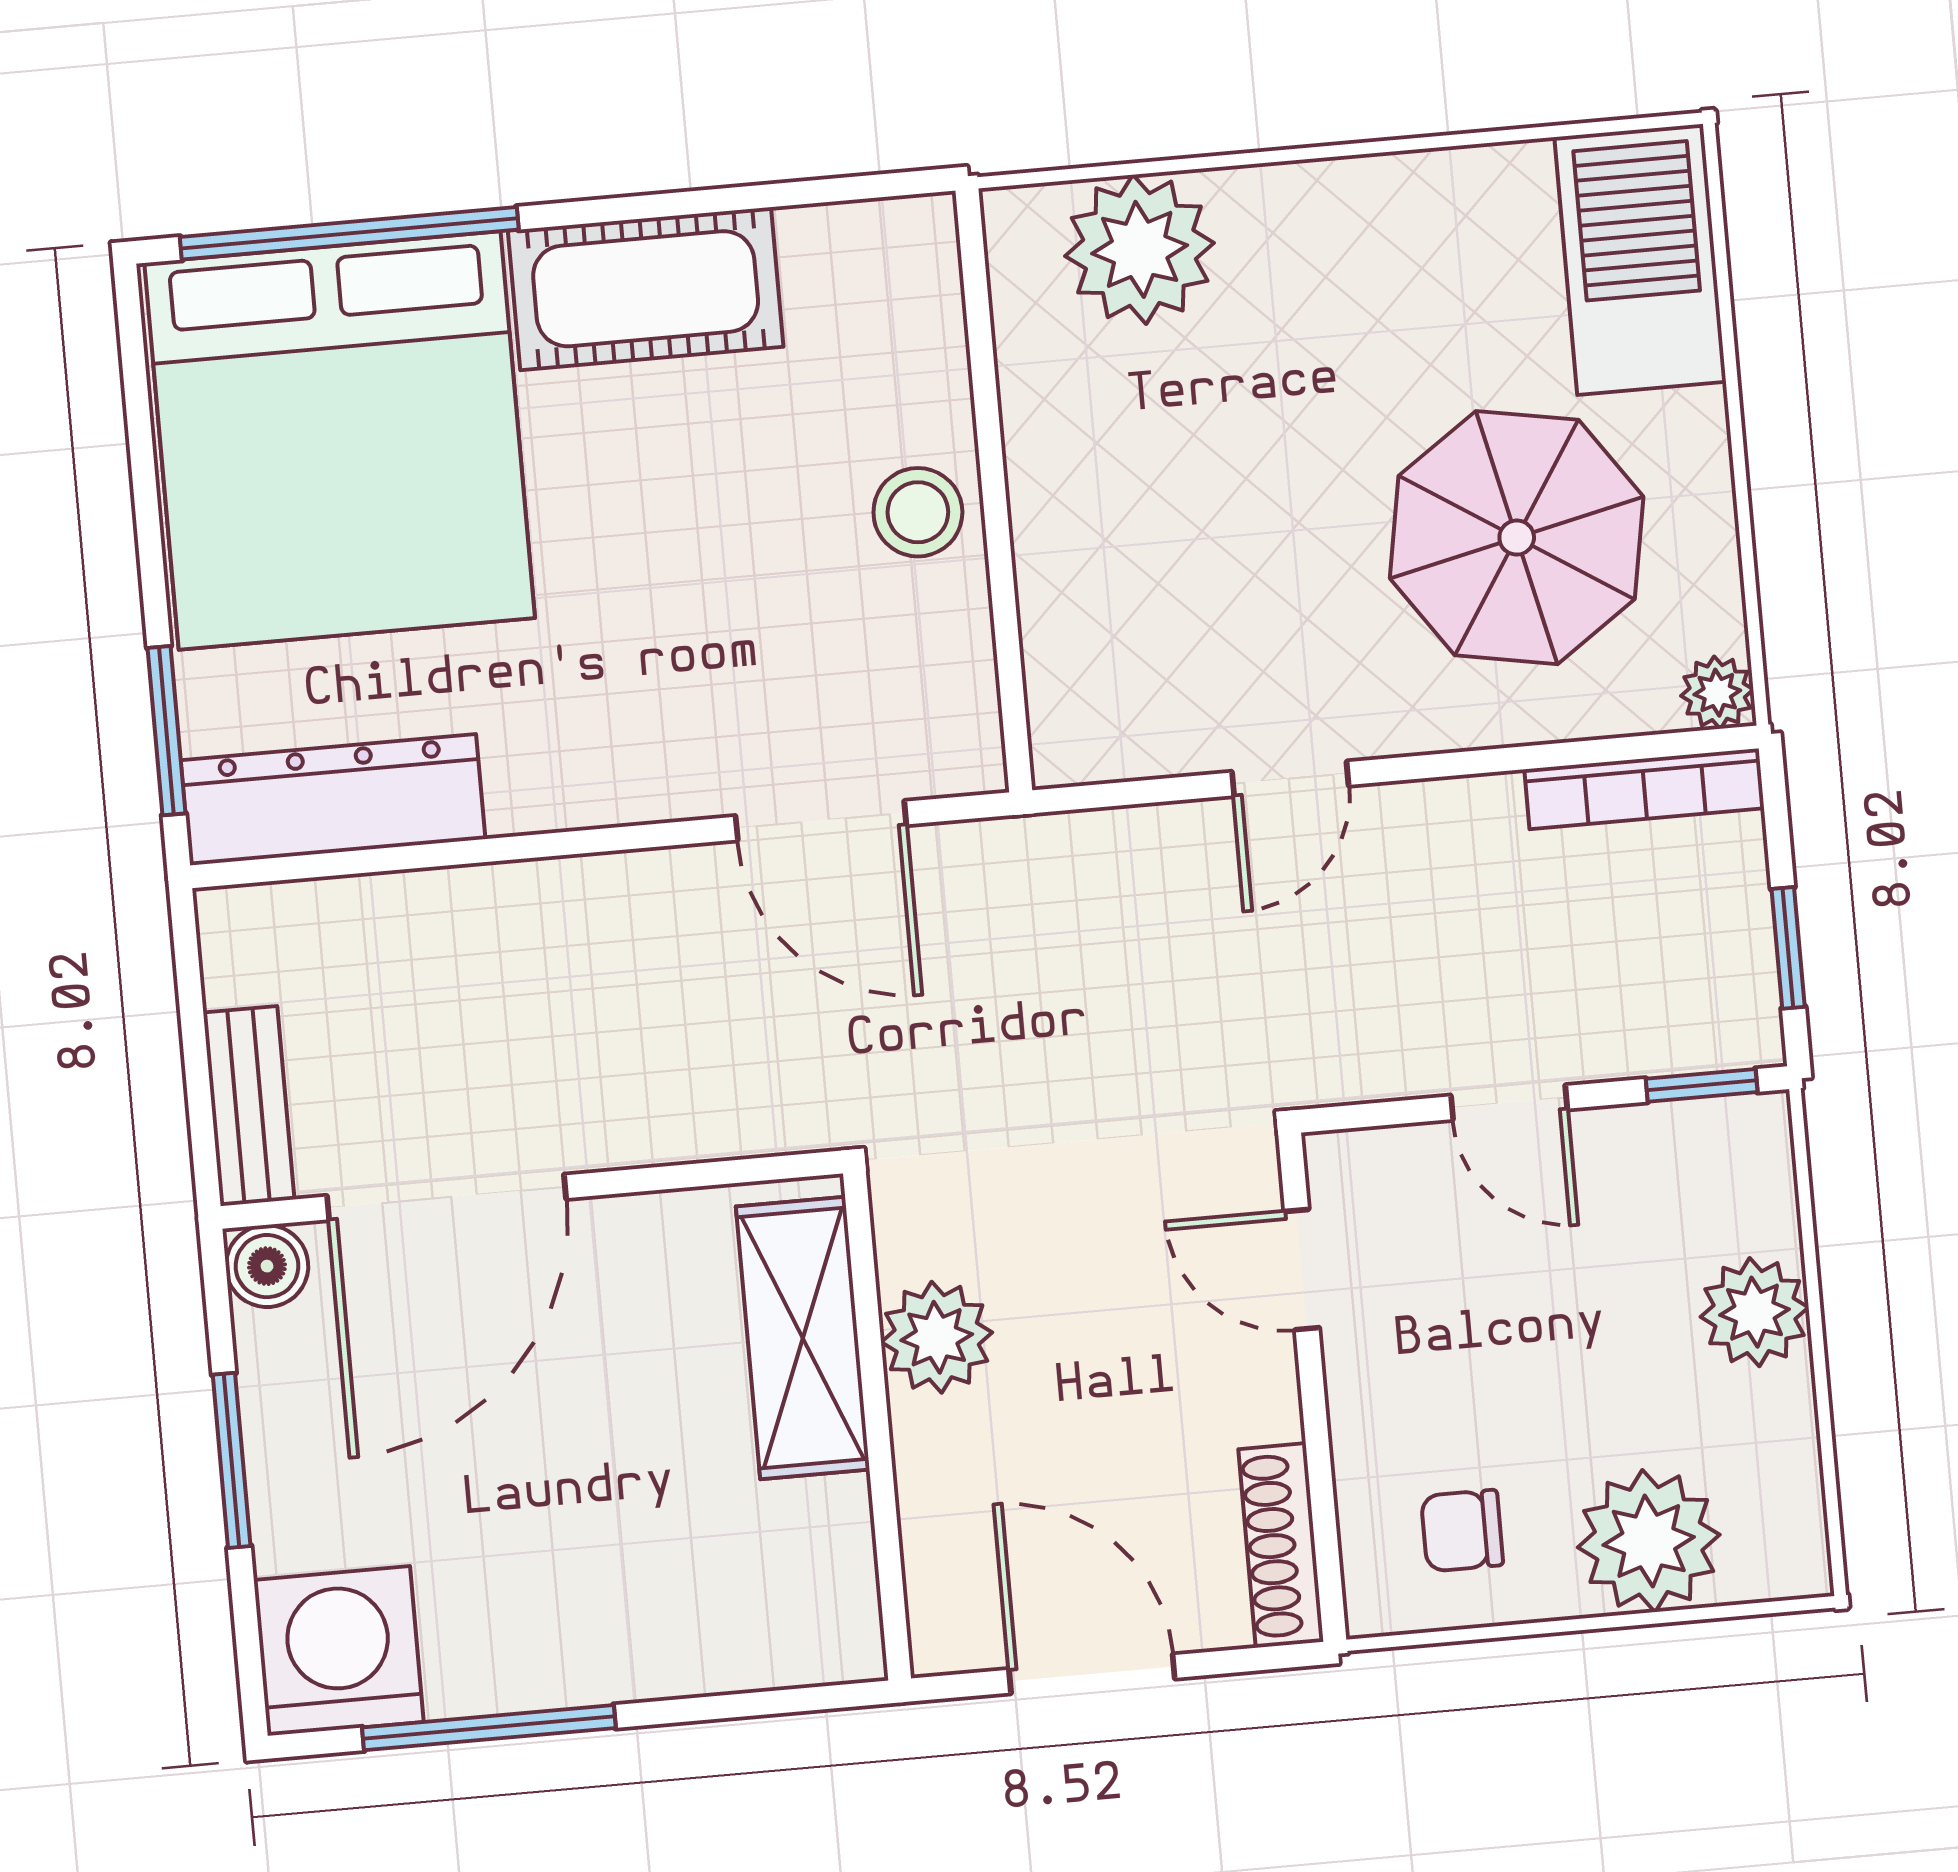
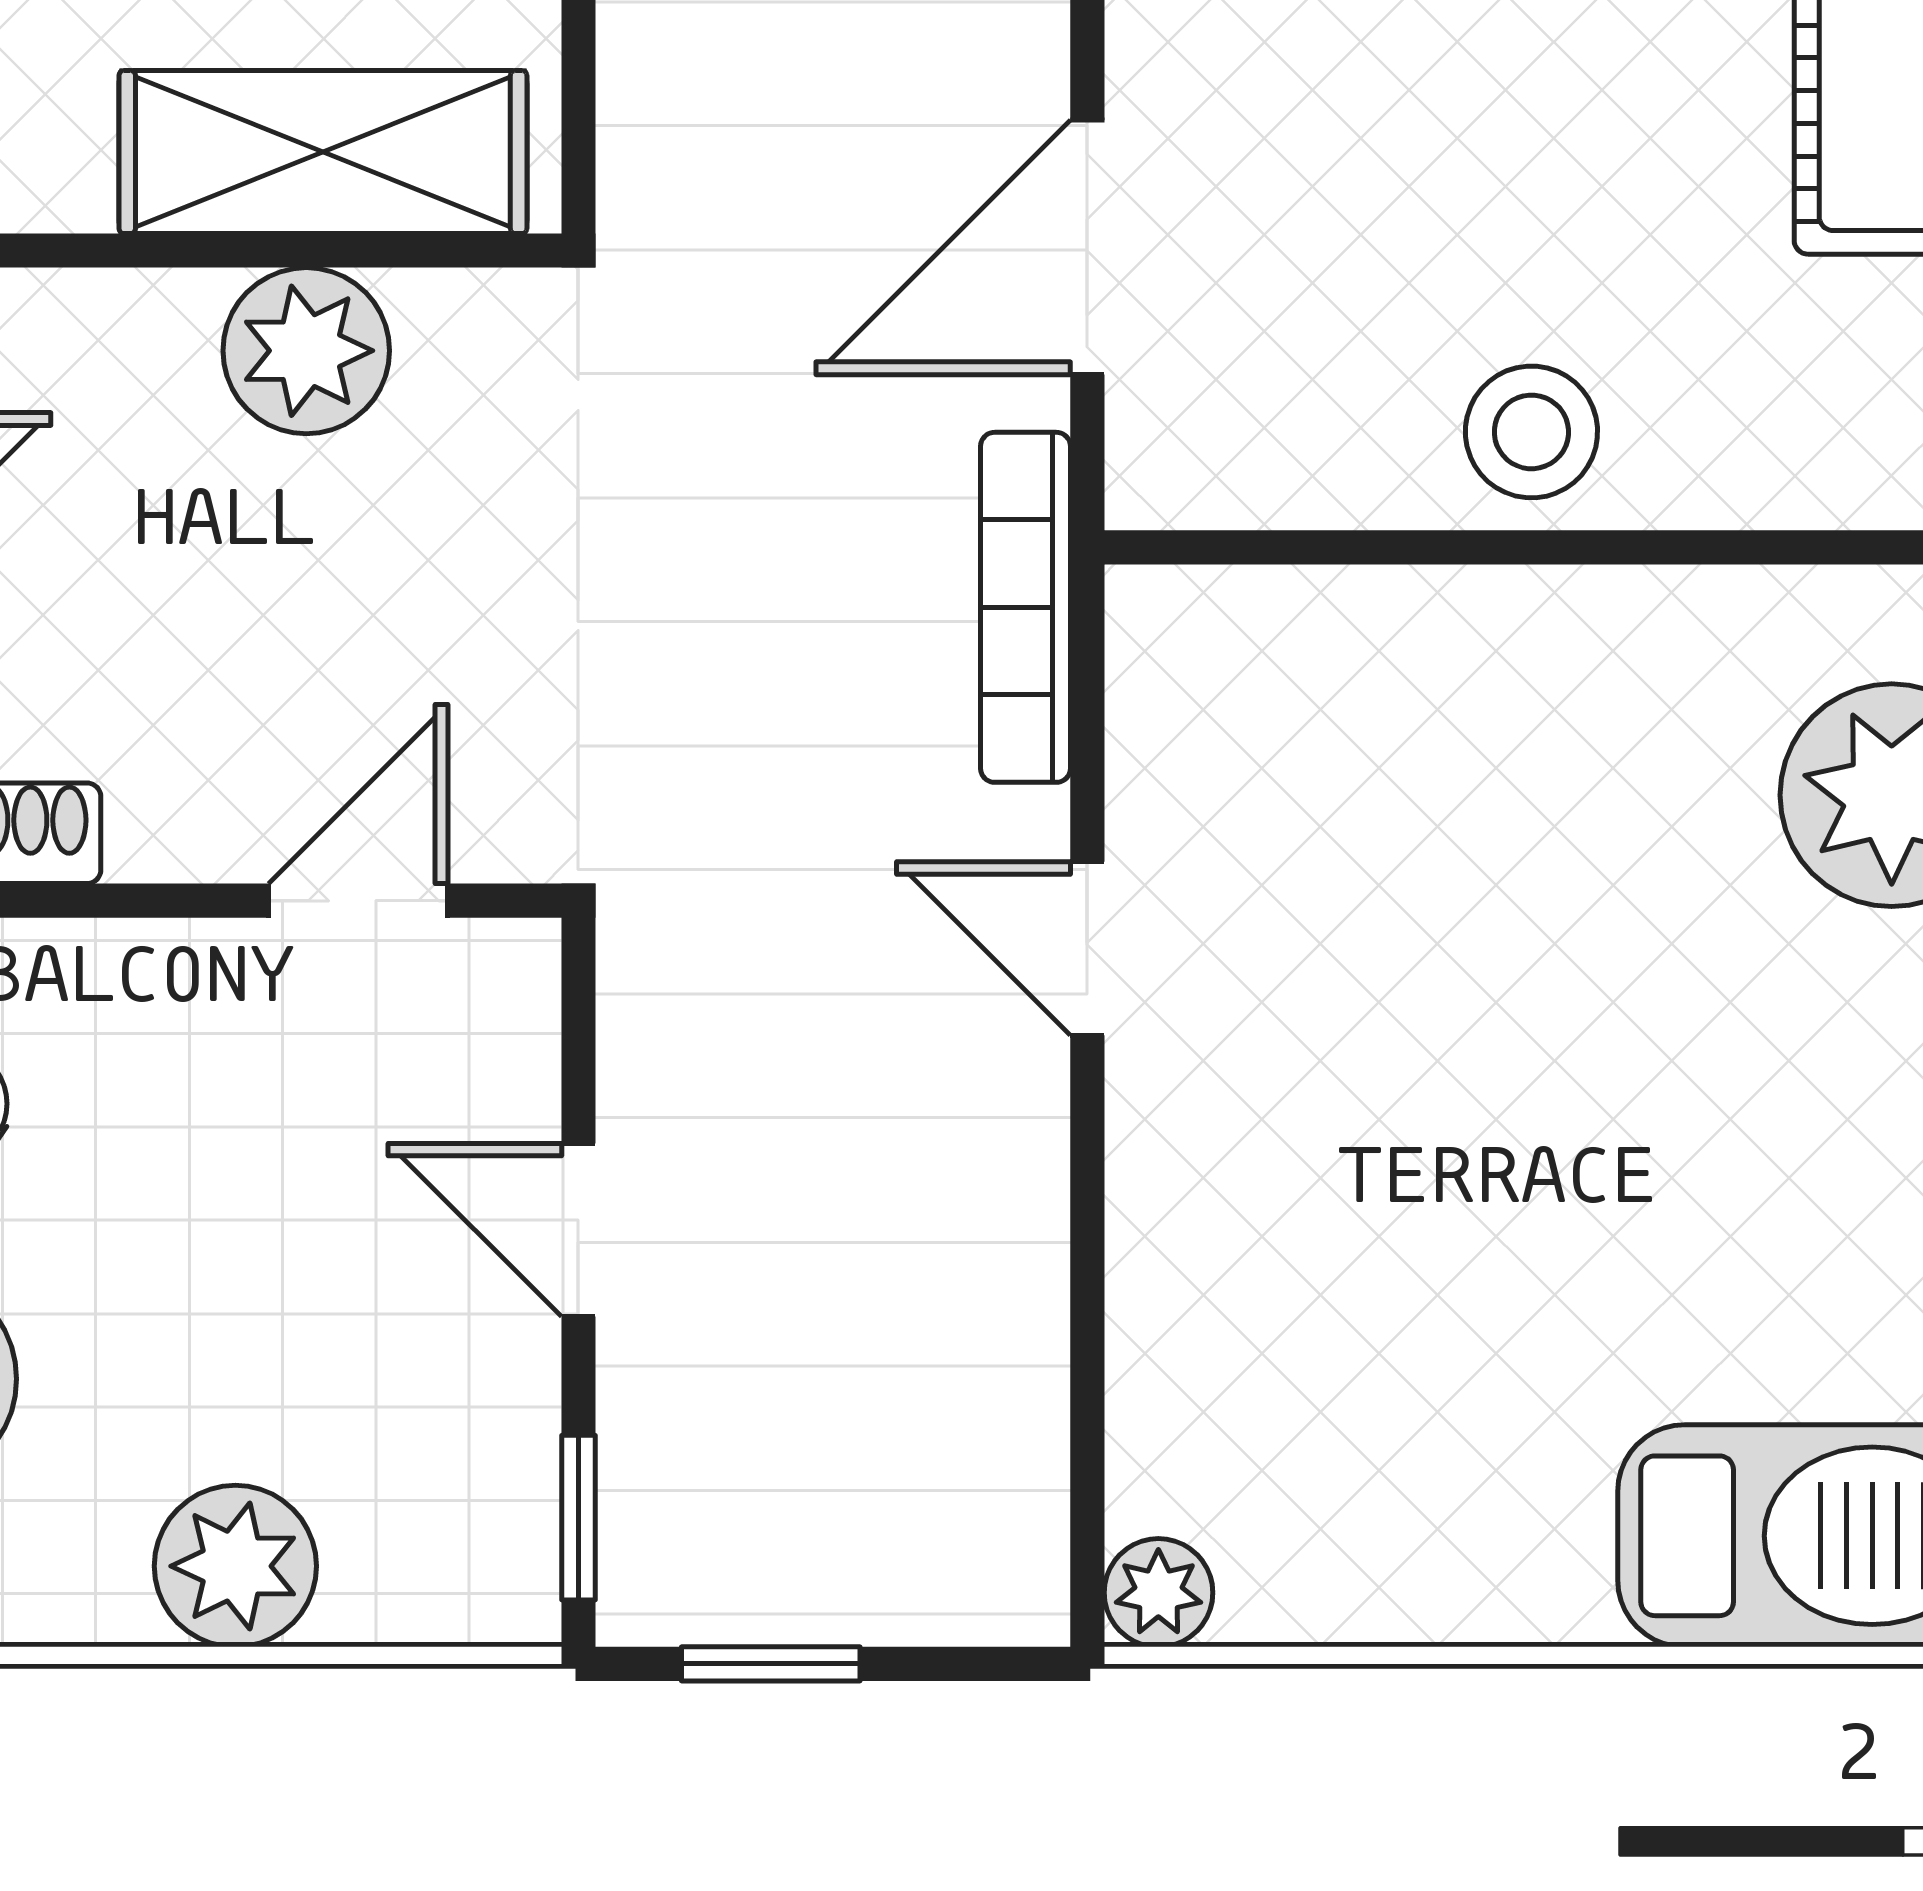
parasol: (1517, 538) -> (1415, 1316), removed
bookcase: (1644, 789) -> (1025, 607), moved
door: (1509, 1103) -> (578, 1230), hinge flipped

